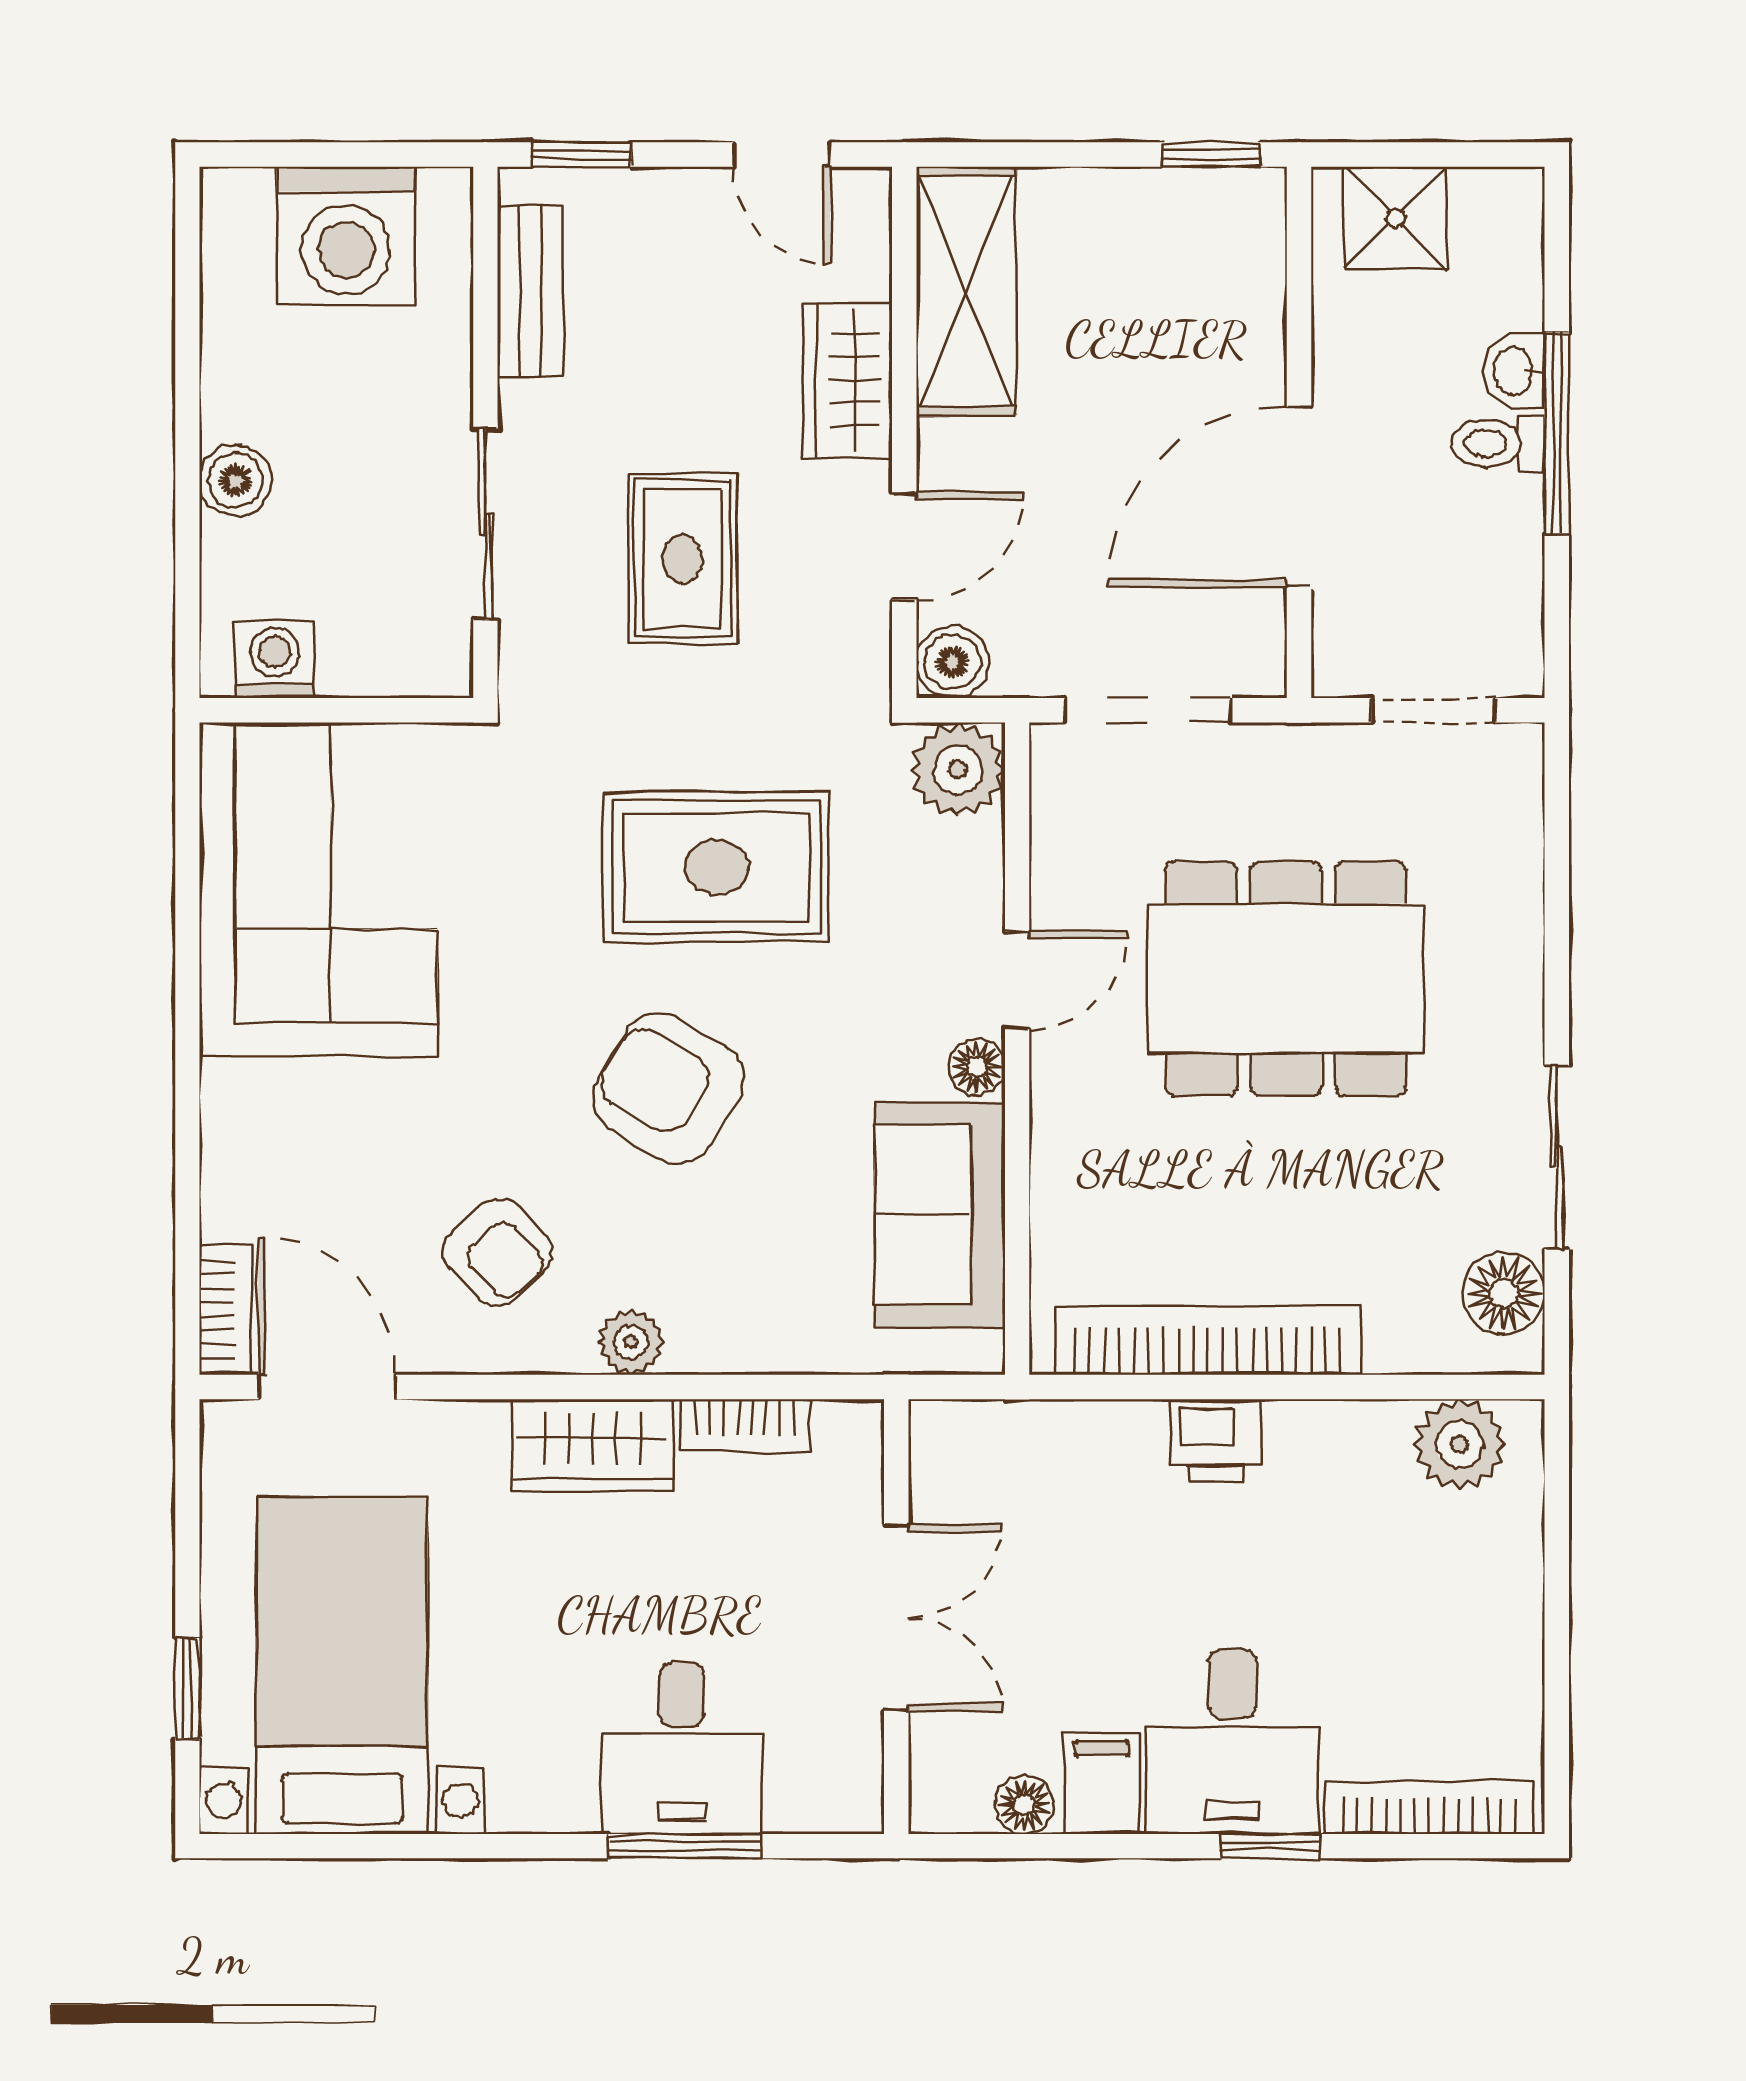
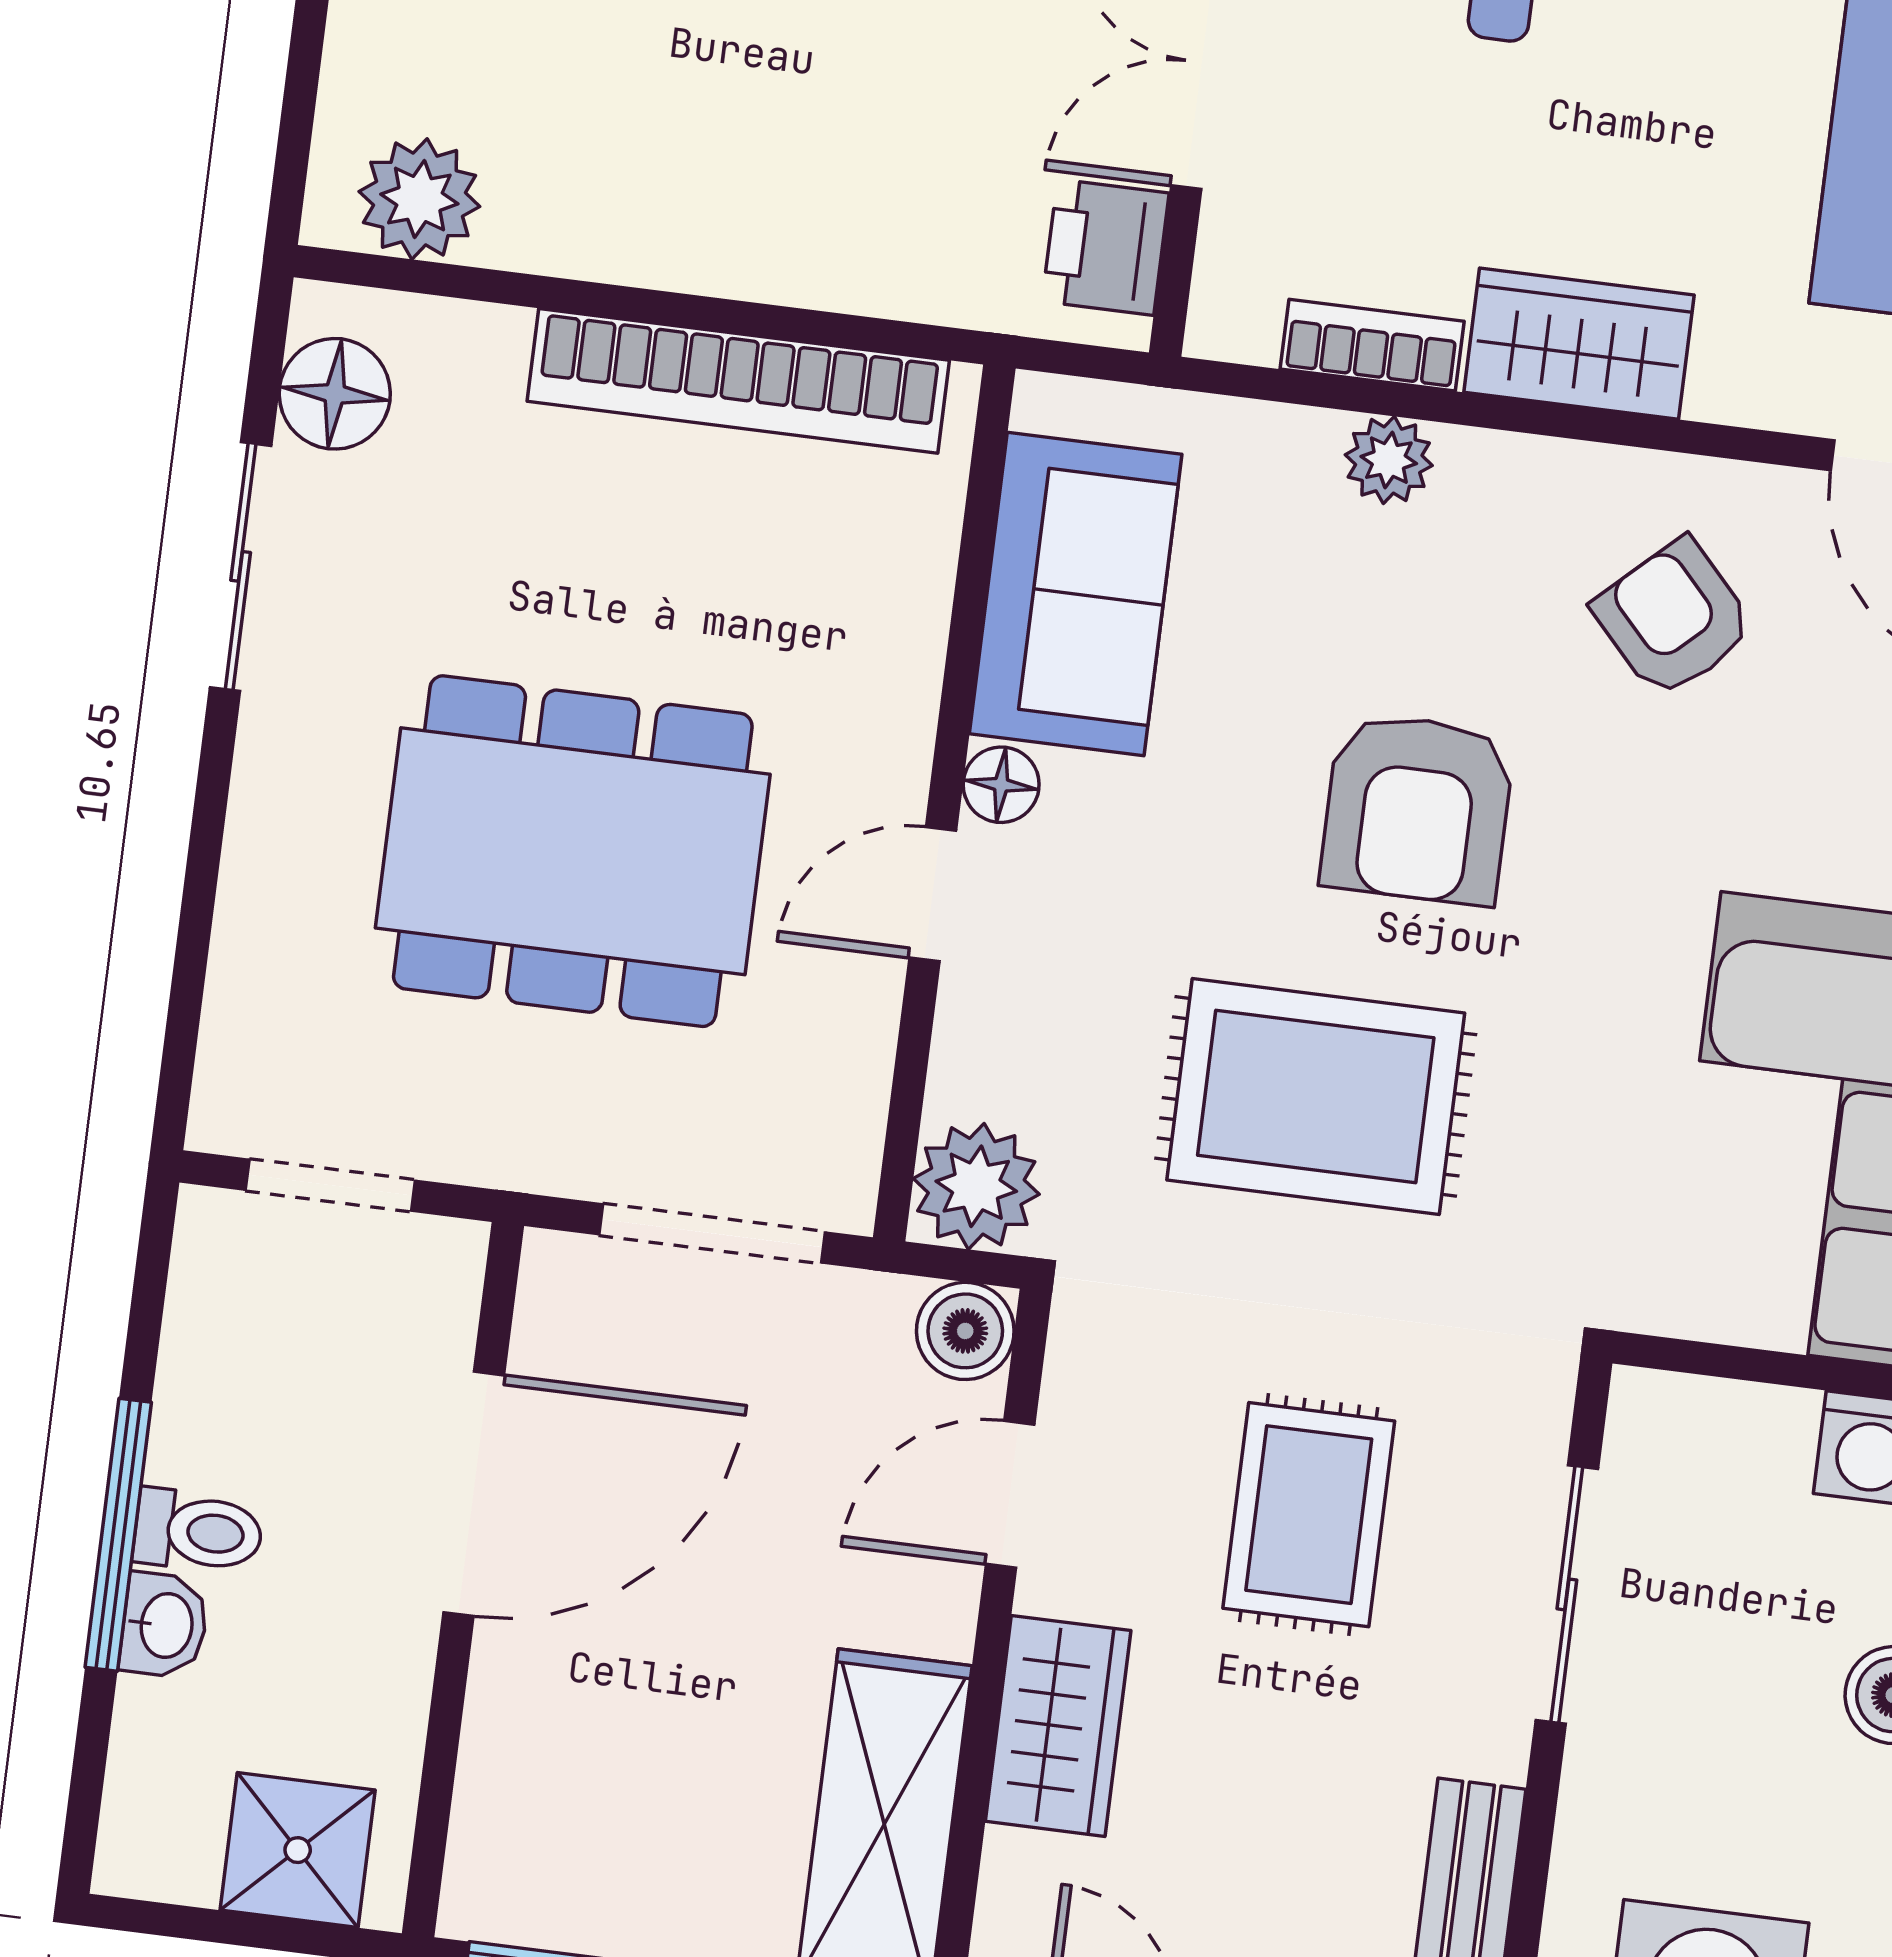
armchair: (669, 1088) -> (1417, 809), turned 59
plant: (631, 1342) -> (1389, 460), moved
printer: (1215, 1441) -> (1106, 247), moved, turned -90

